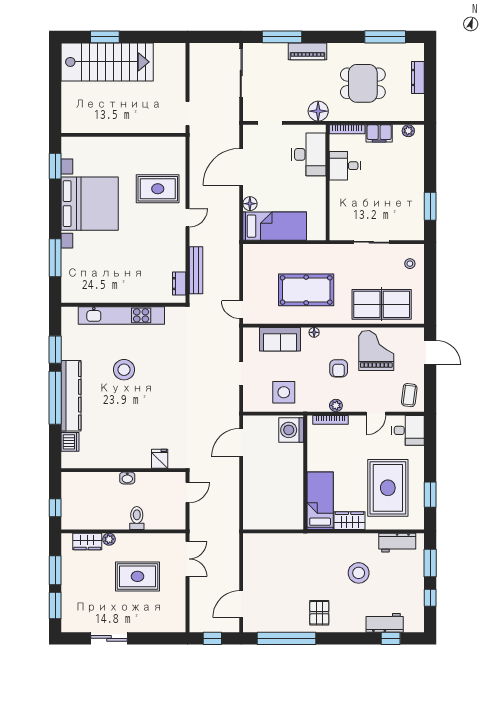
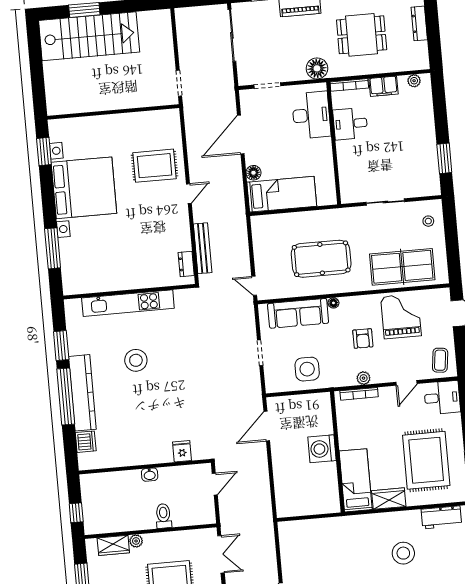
sofa: (280, 339) -> (298, 313), width x1.36
washing machine: (291, 430) -> (322, 449), moved

